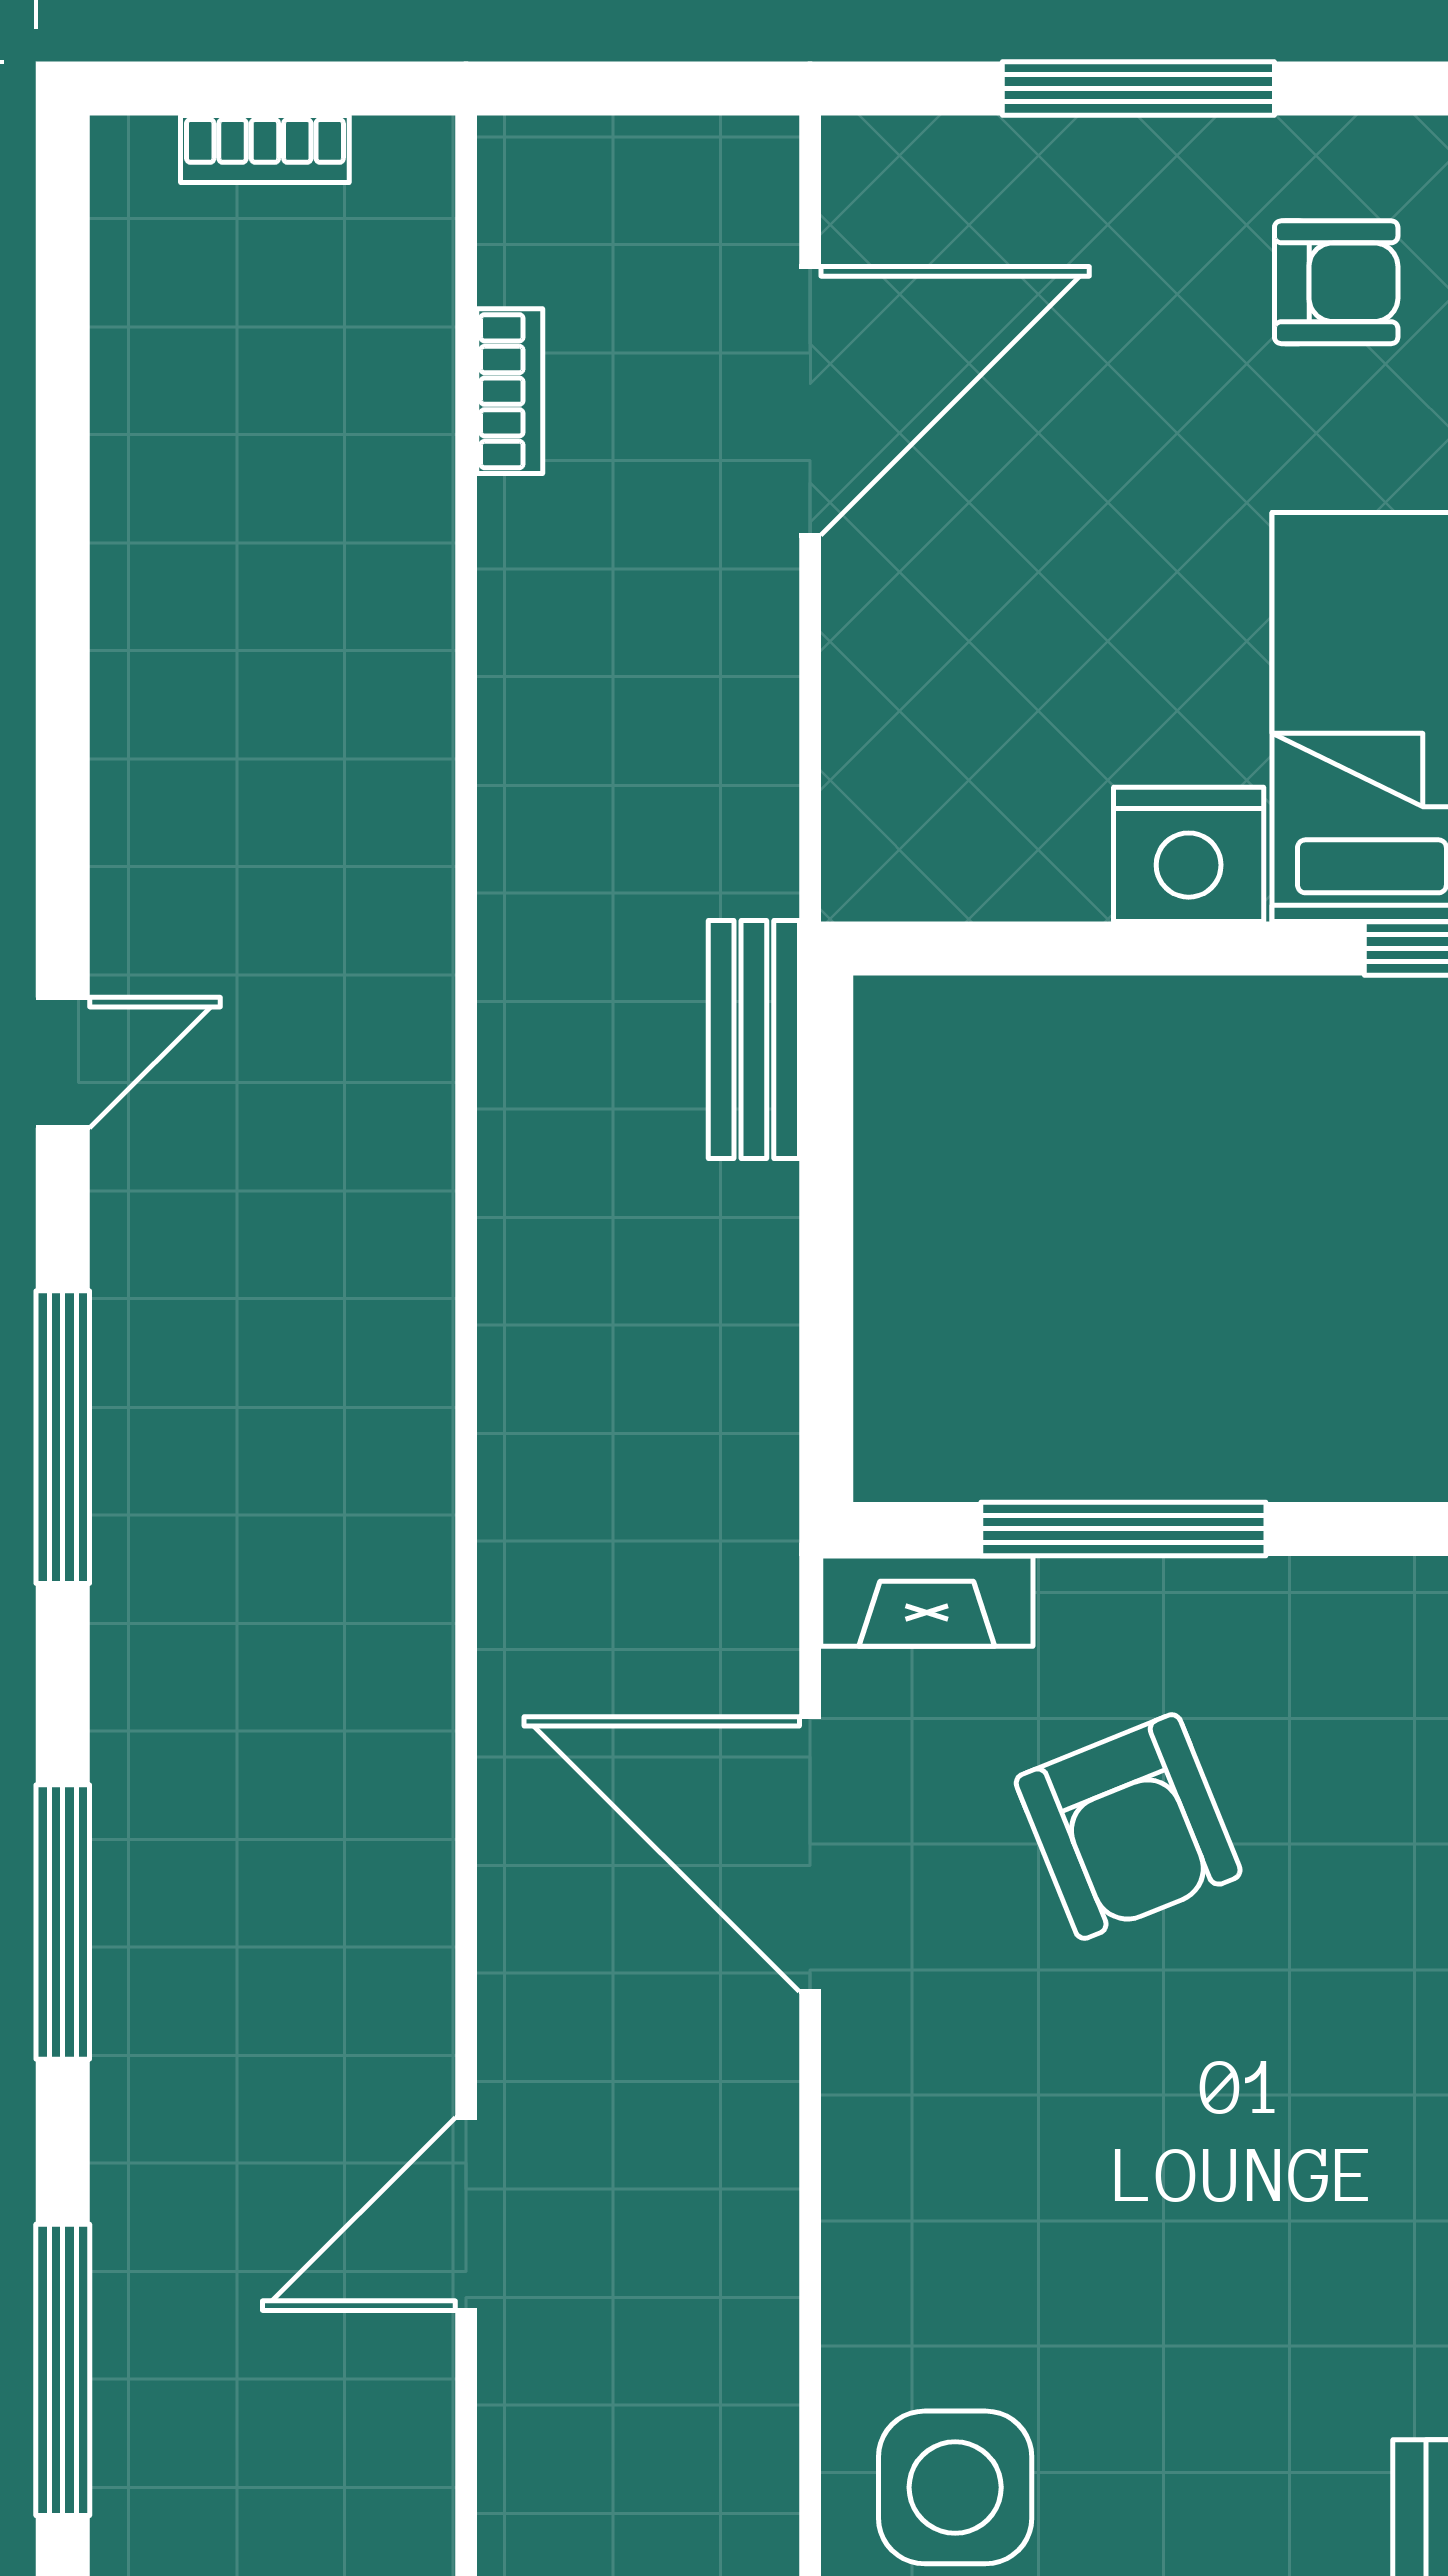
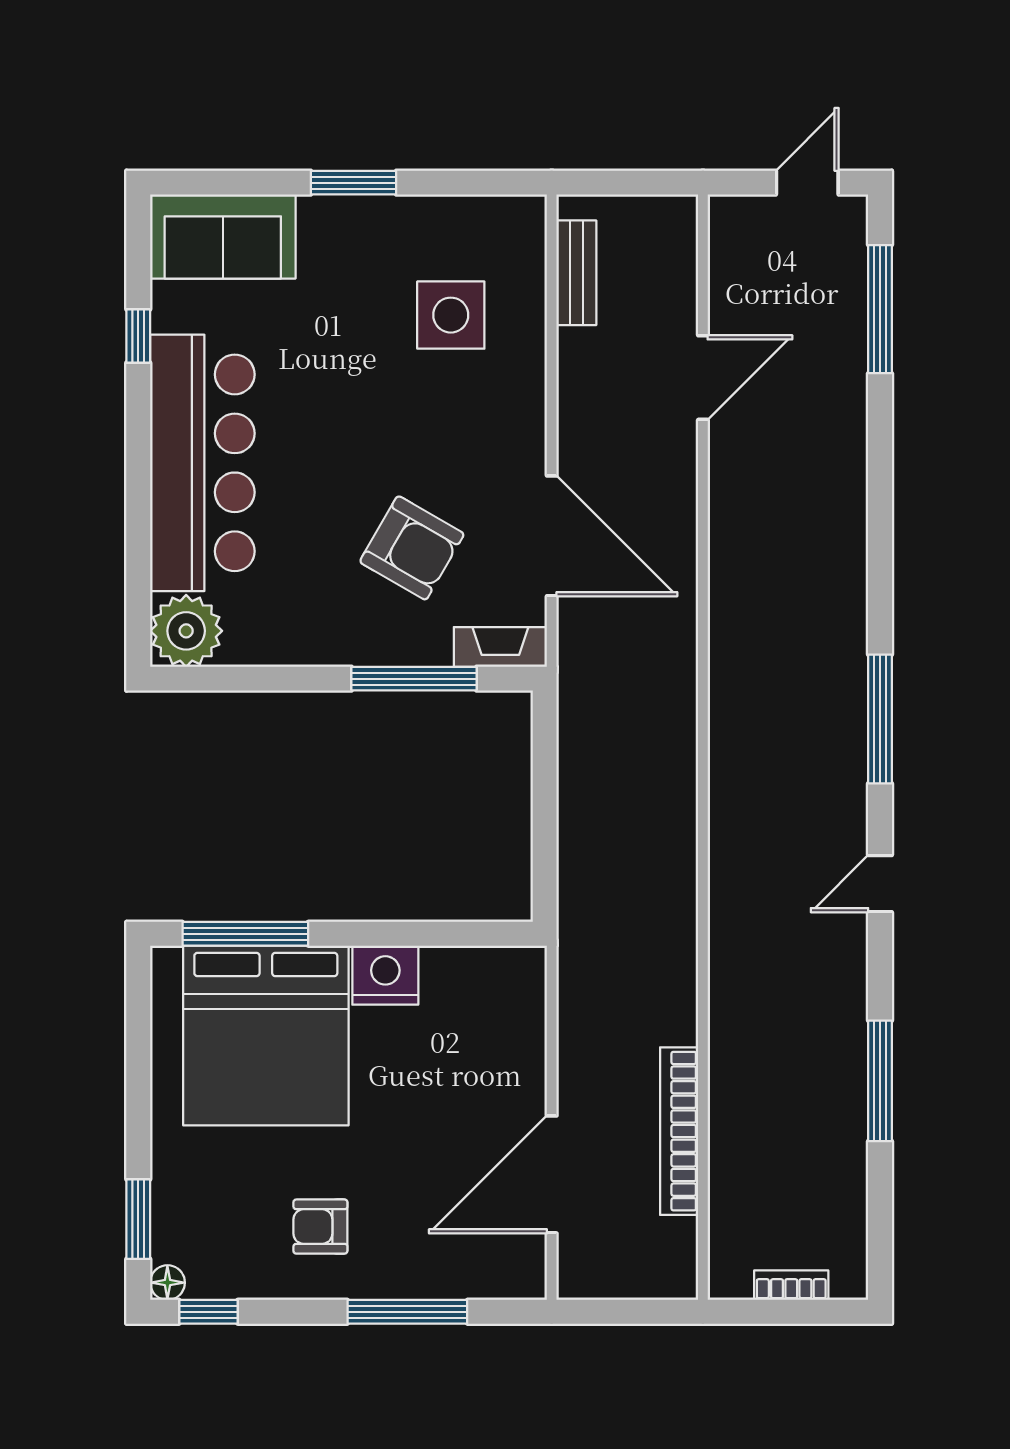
bookcase: (510, 391) -> (679, 1131), width x2.31, depth x1.31
bench: (754, 1040) -> (576, 273), moved
armchair: (1128, 1827) -> (412, 548), turned 142
window: (63, 1922) -> (880, 1081), moved
side table: (955, 2487) -> (451, 315), moved

